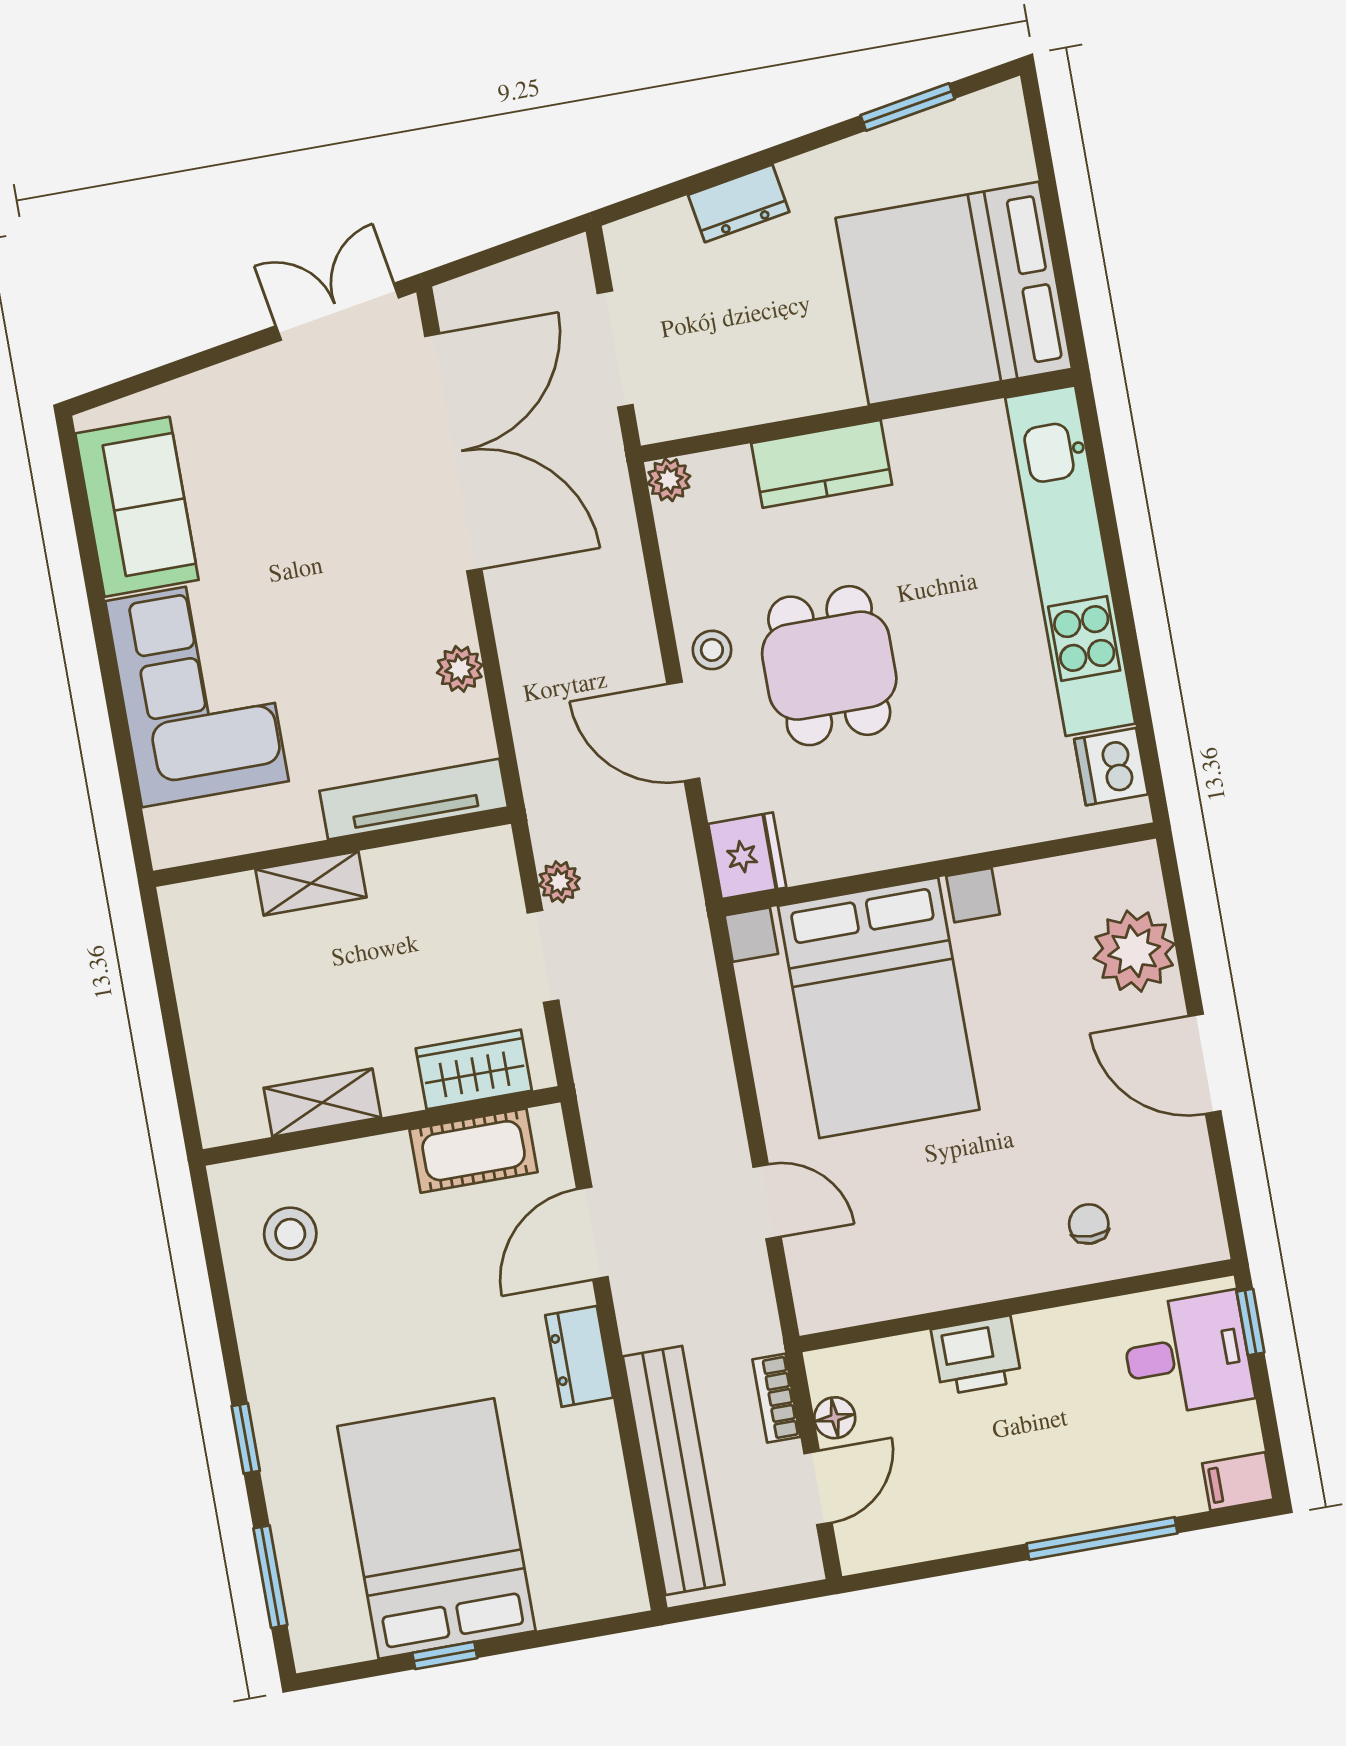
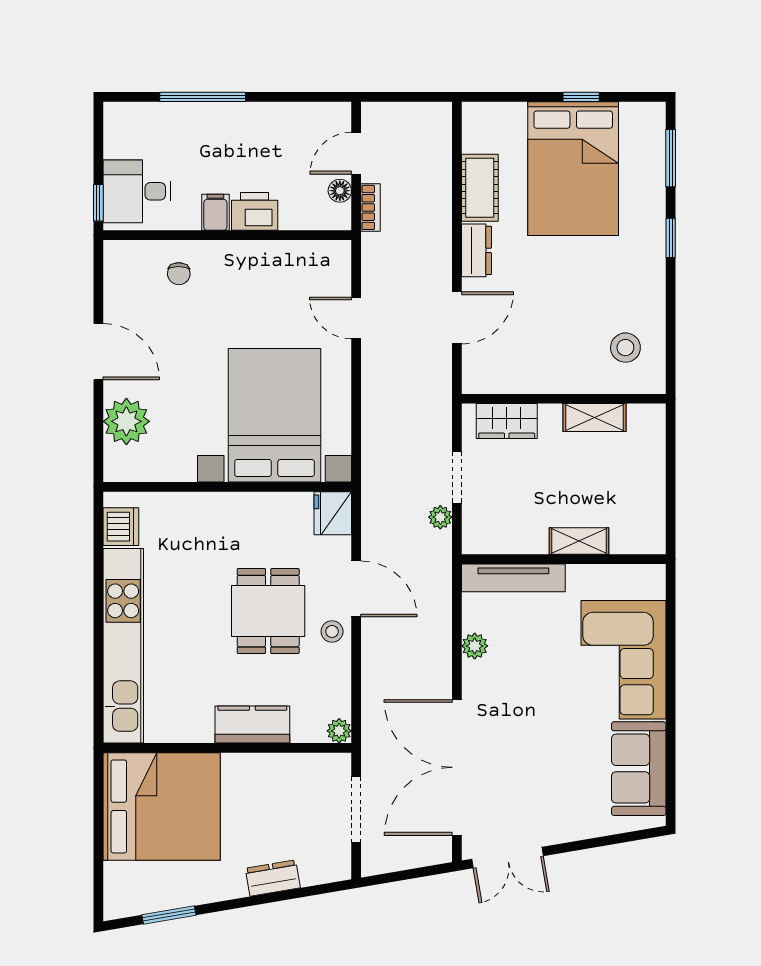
cot: (474, 1151) -> (480, 188), moved, turned 90
bench: (674, 1471) -> (435, 177), removed
filing cabinet: (1238, 1481) -> (215, 212), moved, turned -90

